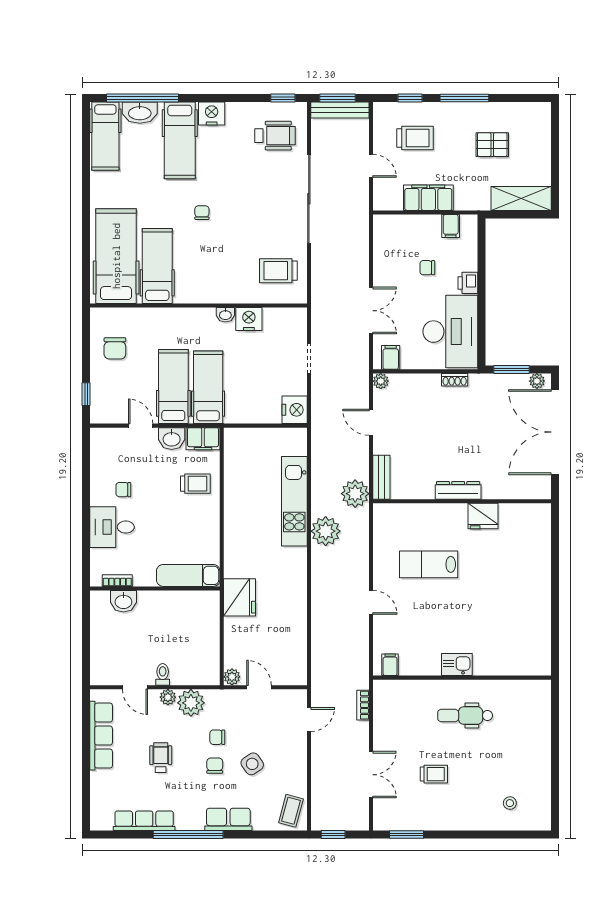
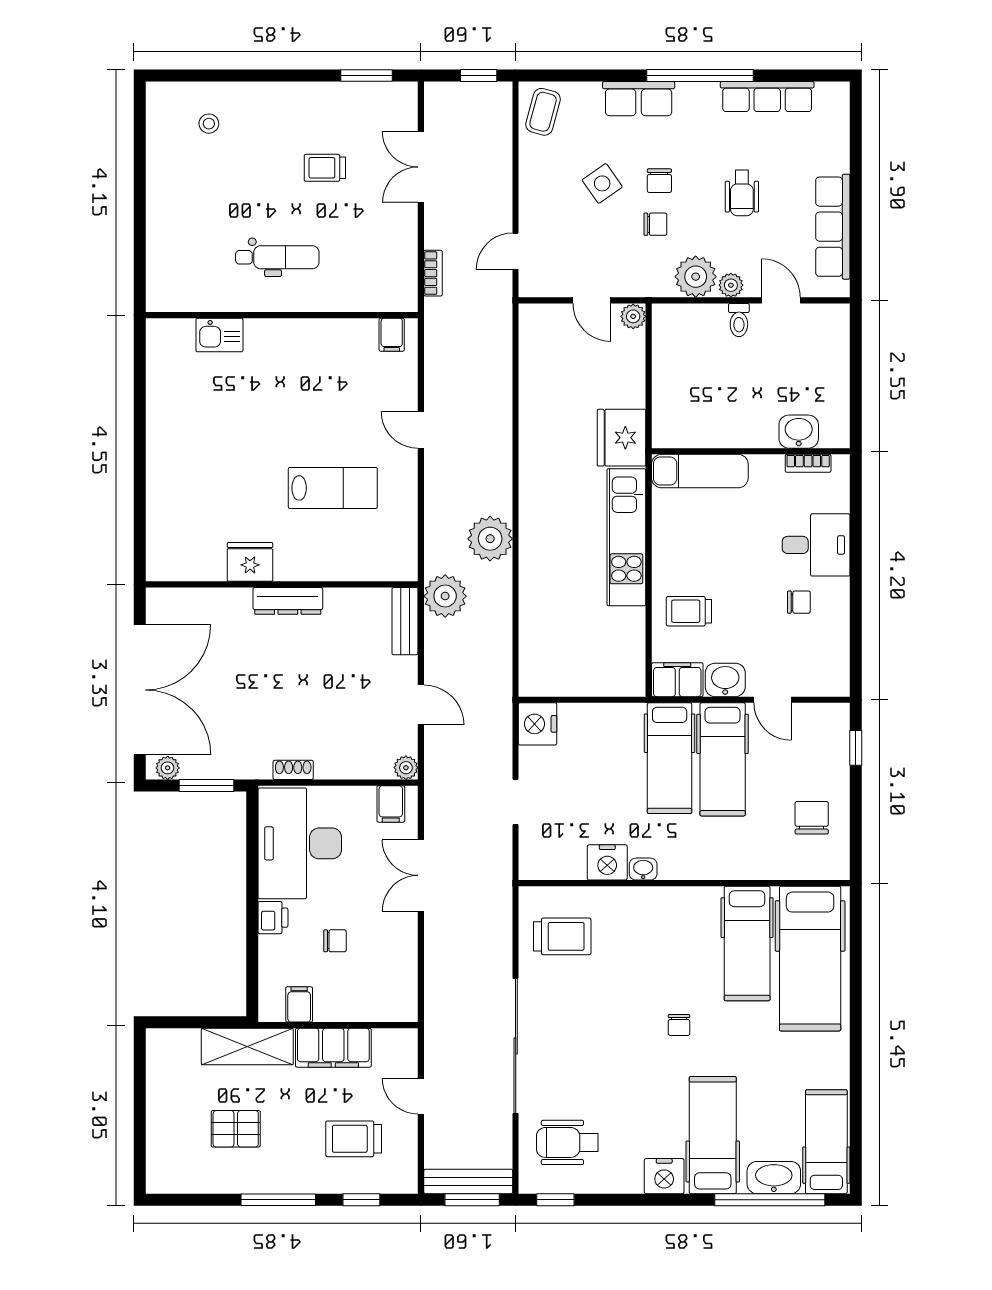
shelving: (521, 199) -> (247, 1046), moved
kitchen unit: (294, 501) -> (626, 537), moved, turned 180
kitchen sink: (457, 665) -> (219, 335), moved

